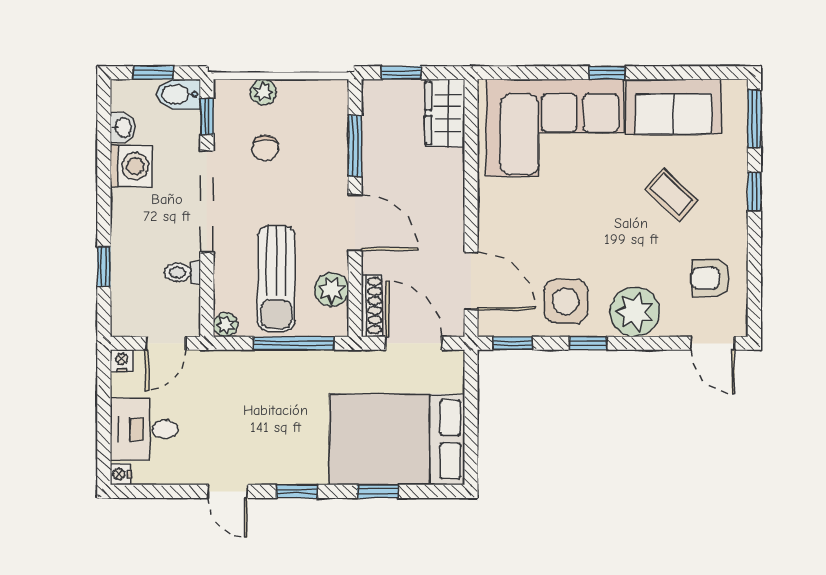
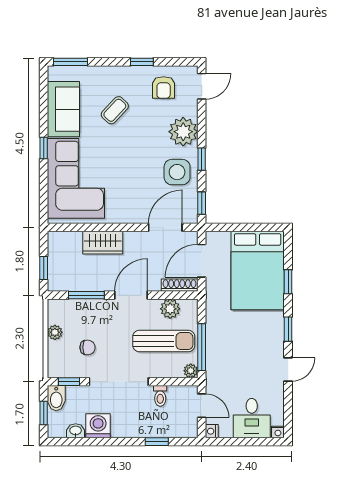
plant: (263, 92) -> (55, 332), moved
wardrobe: (445, 113) -> (103, 243), moved
window: (754, 192) -> (142, 62), moved
window: (294, 343) -> (202, 347), moved

